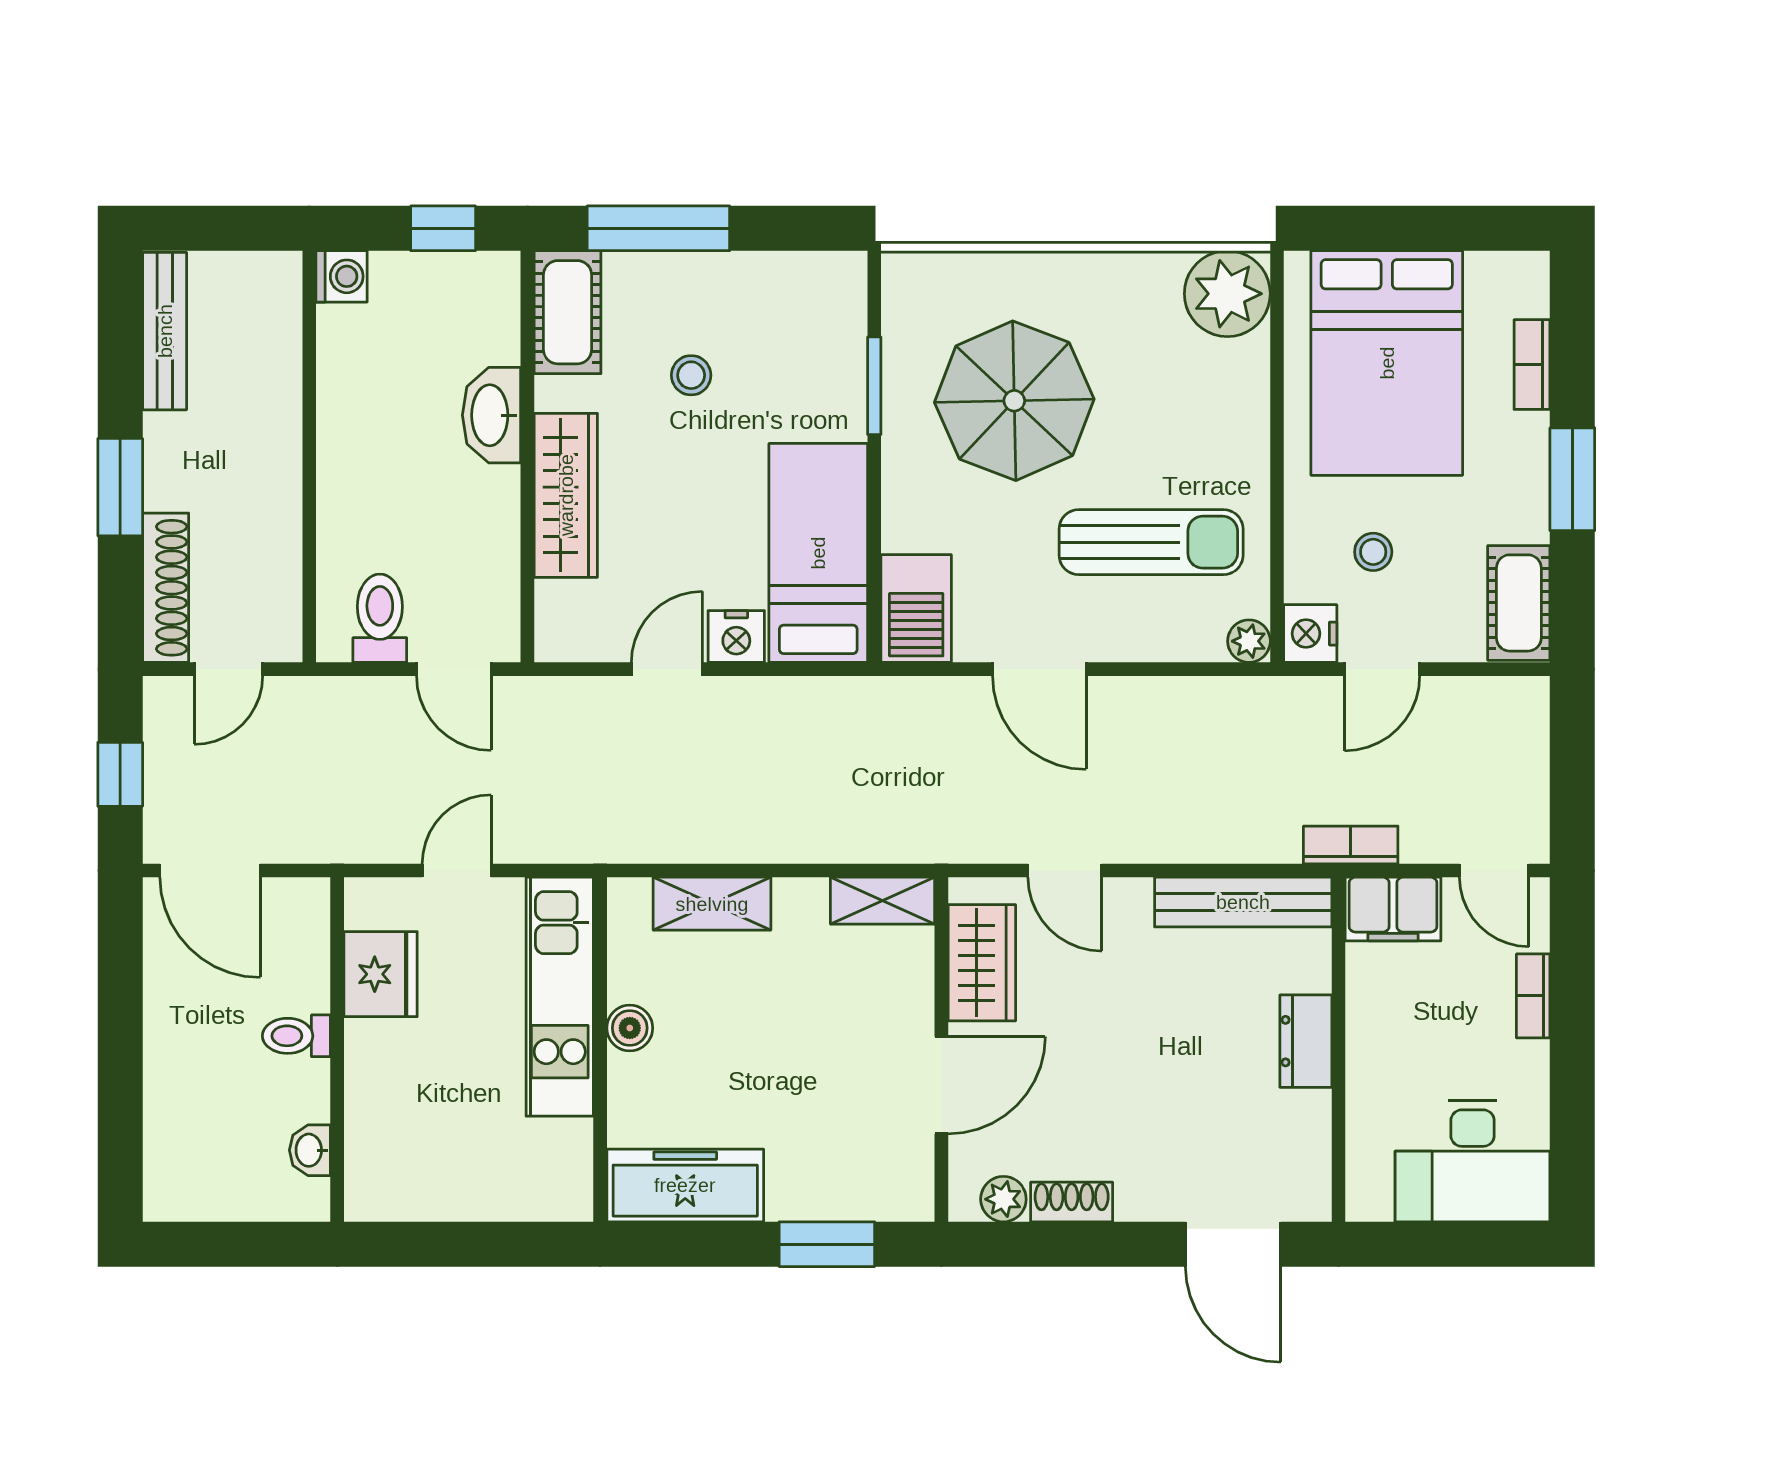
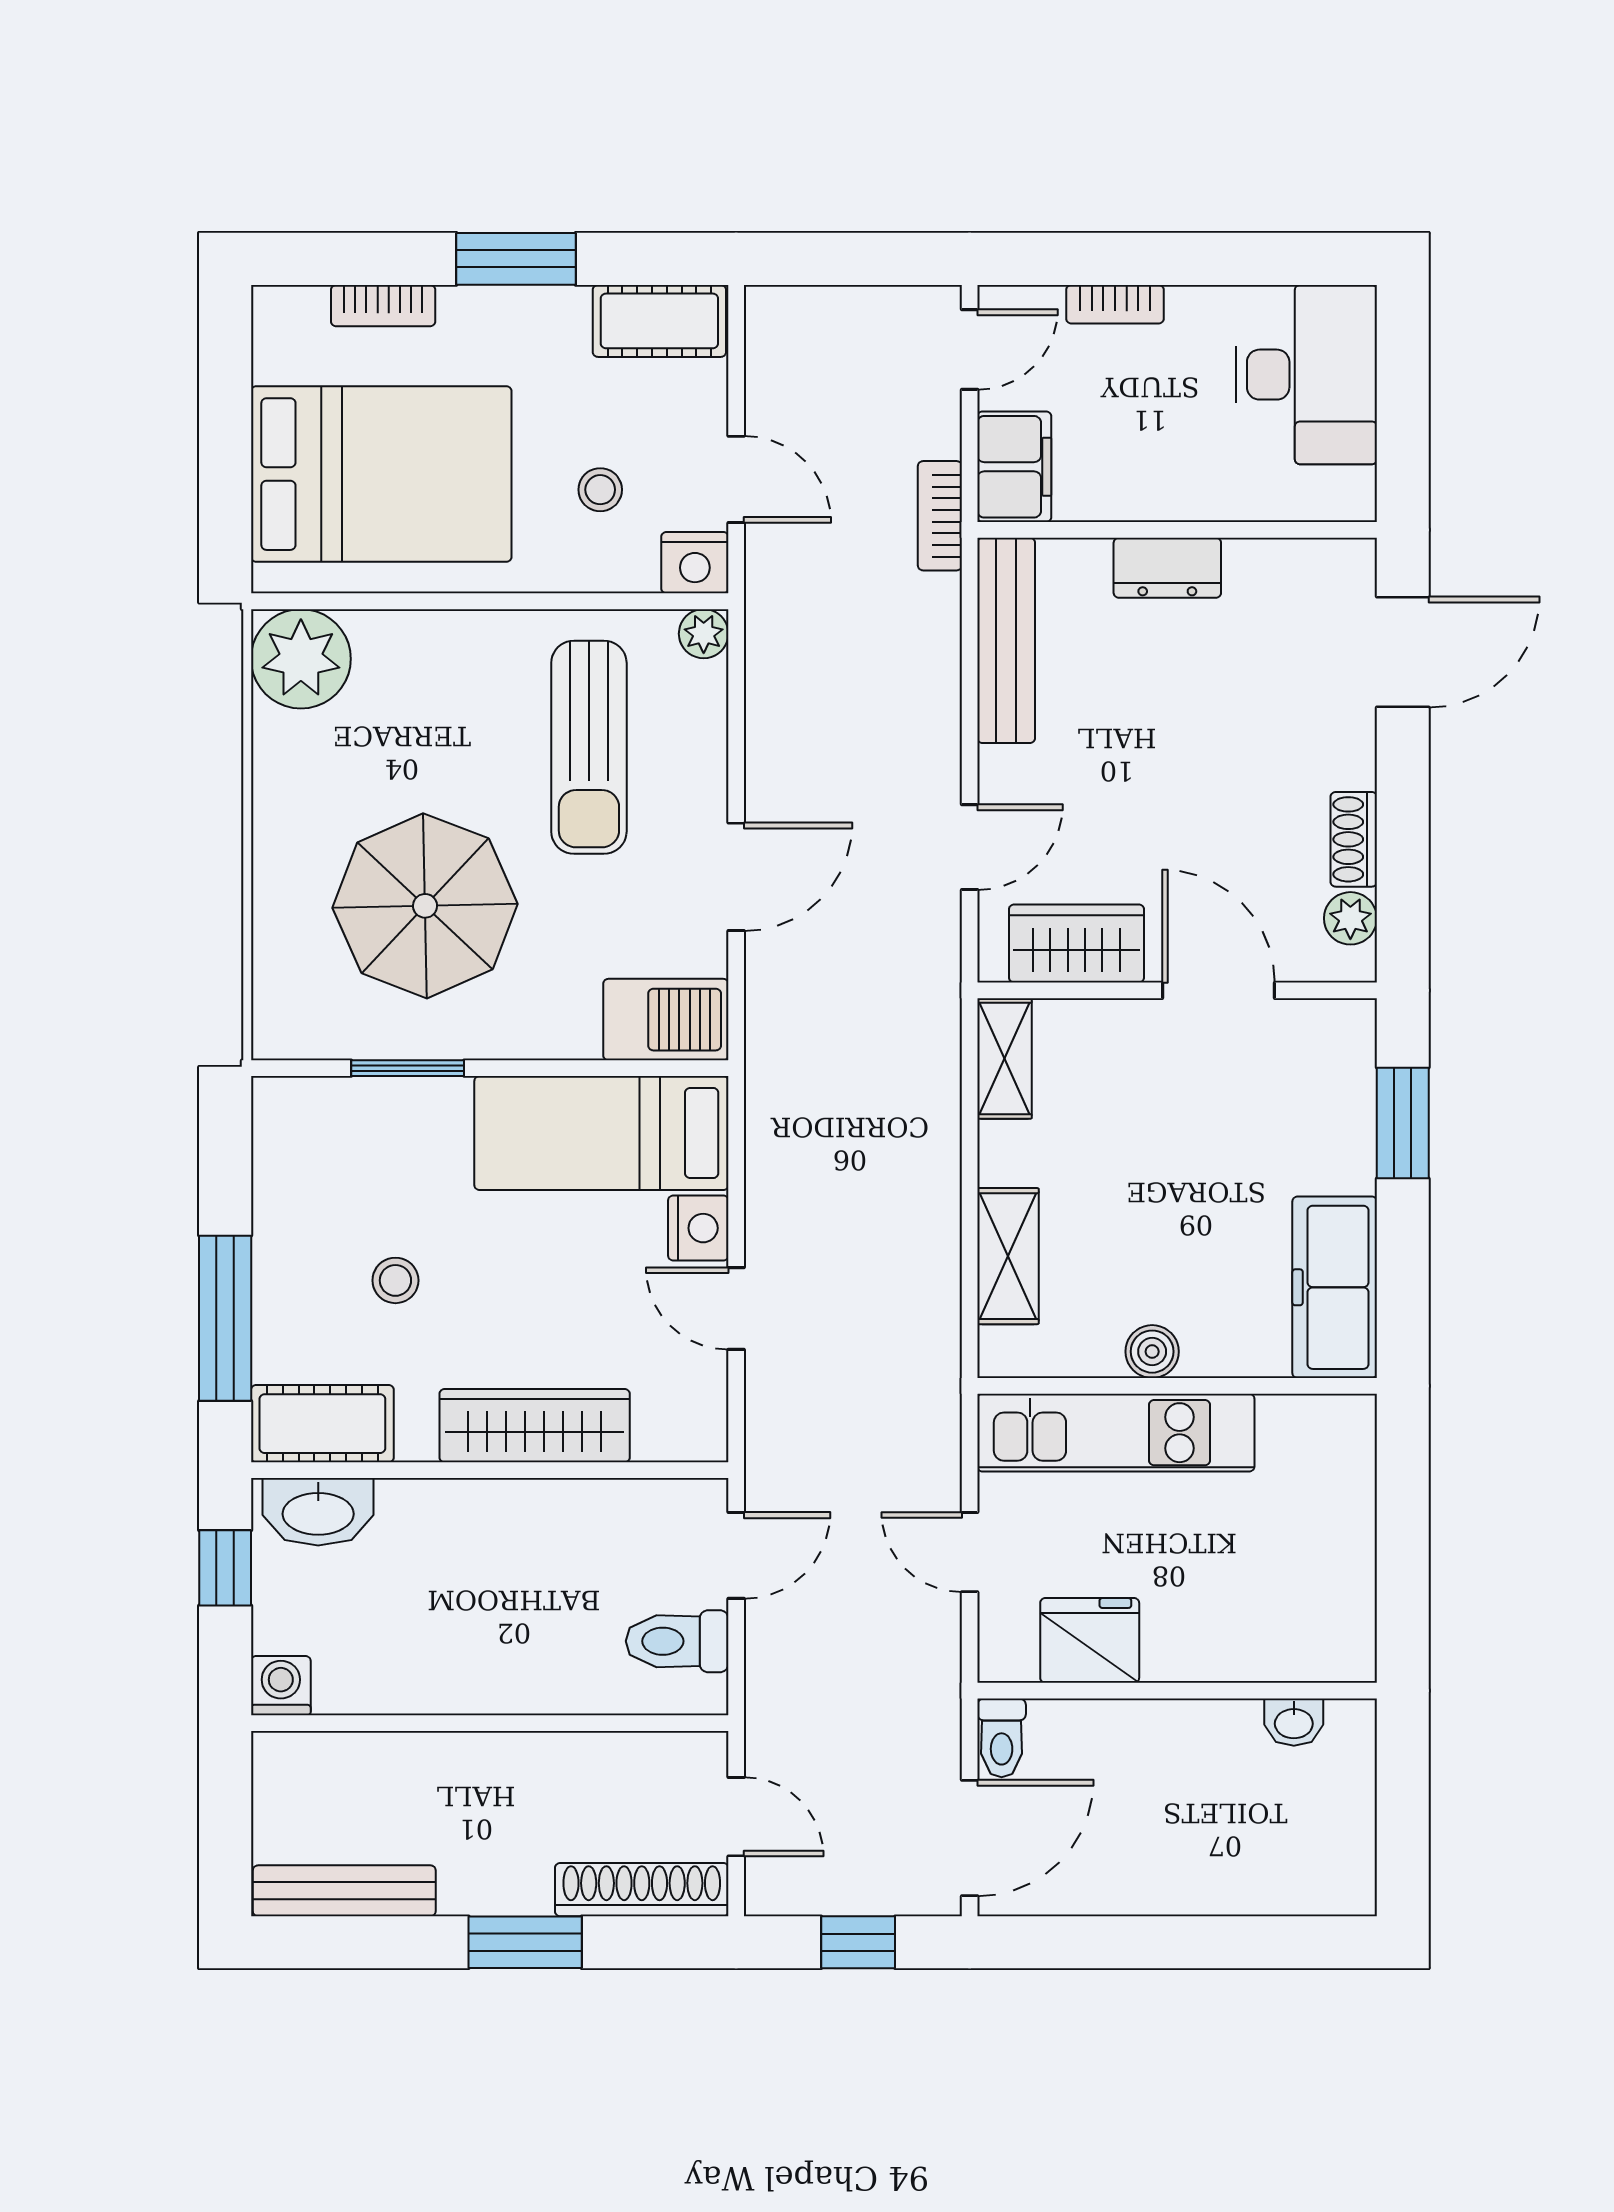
washbasin: (491, 415) -> (318, 1512), moved
sun lounger: (1151, 542) -> (589, 747), turned 180
toilet: (296, 1036) -> (1002, 1738), moved

